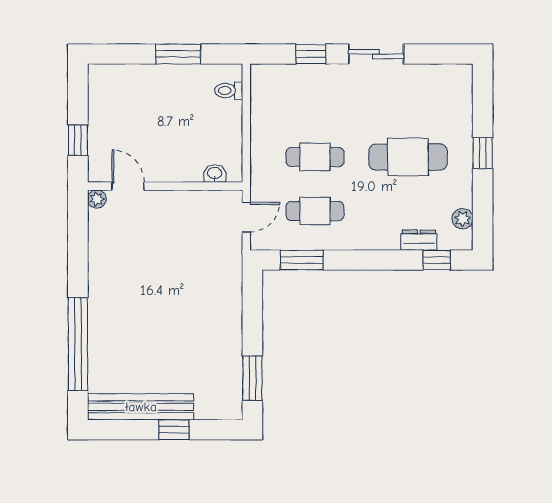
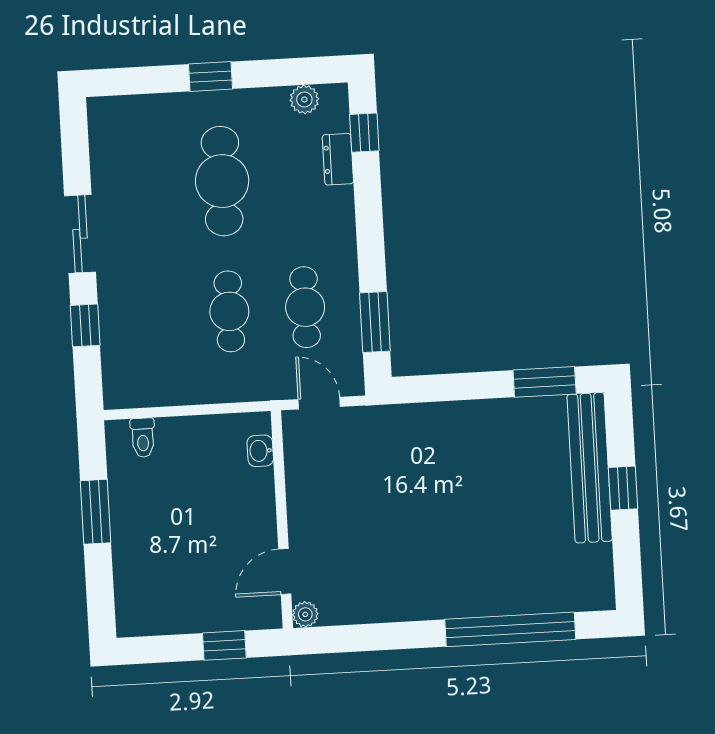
bench: (141, 407) -> (590, 468), moved

